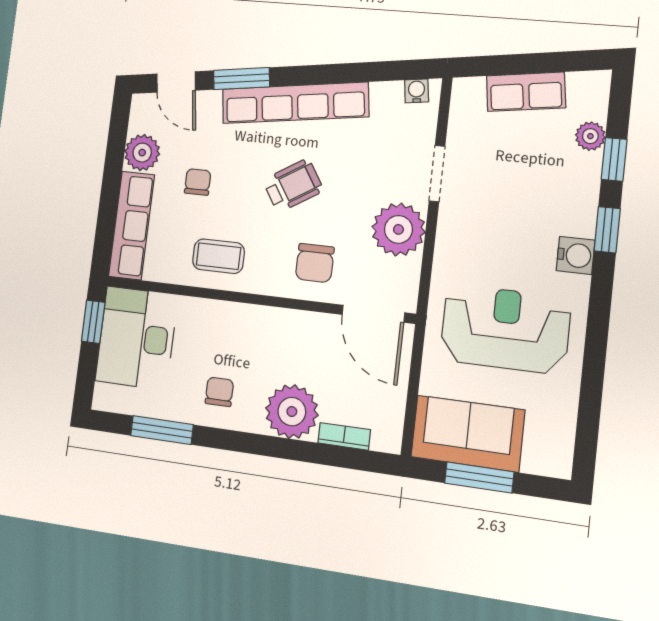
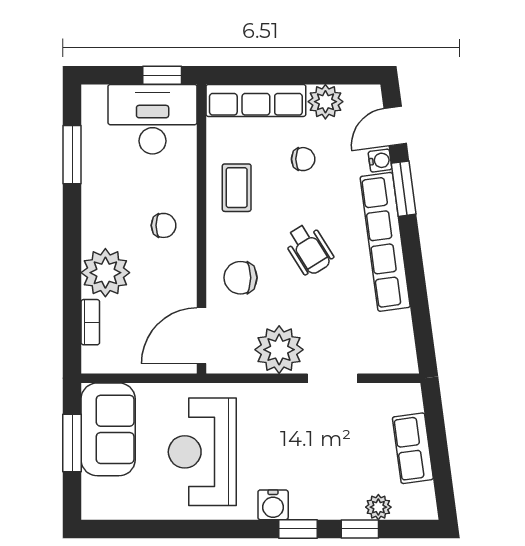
water cooler: (417, 91) -> (380, 161), moved
reception desk: (505, 329) -> (202, 452), turned 180
chair: (219, 392) -> (164, 225), moved

